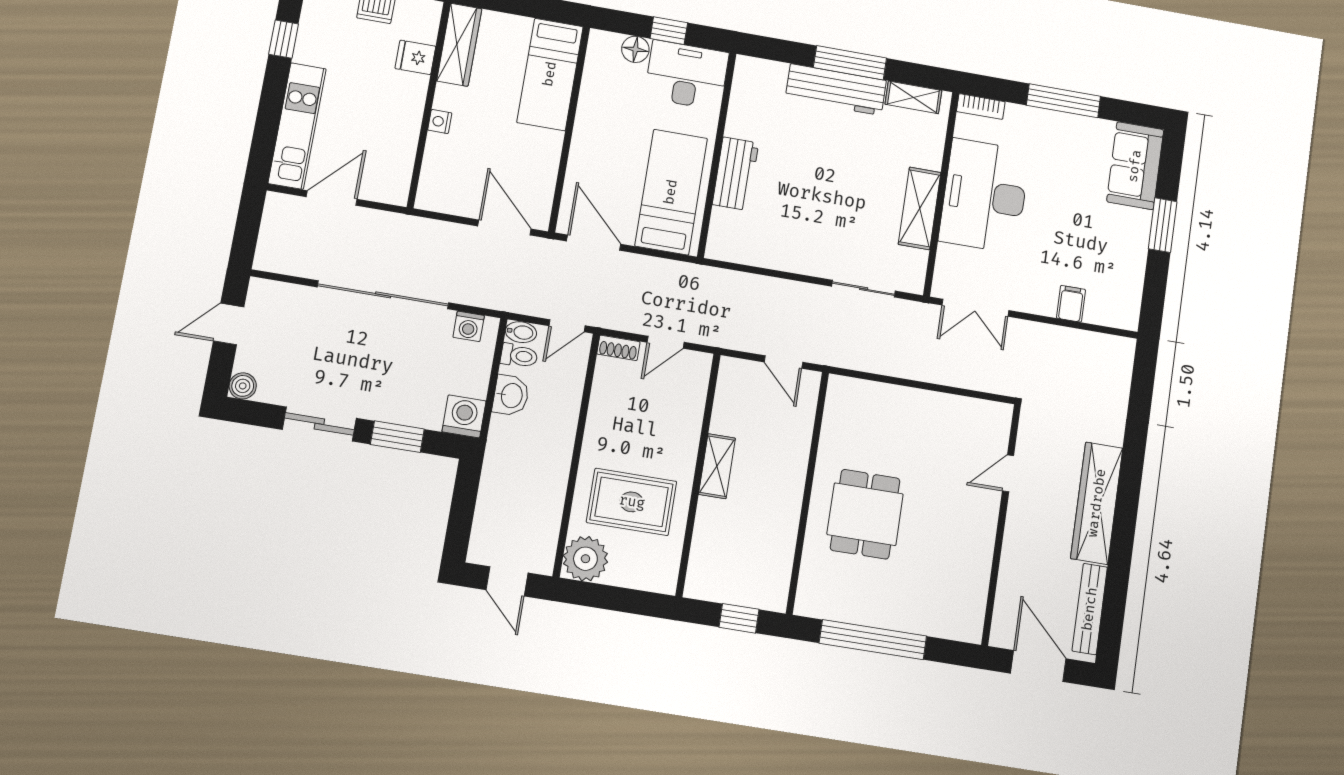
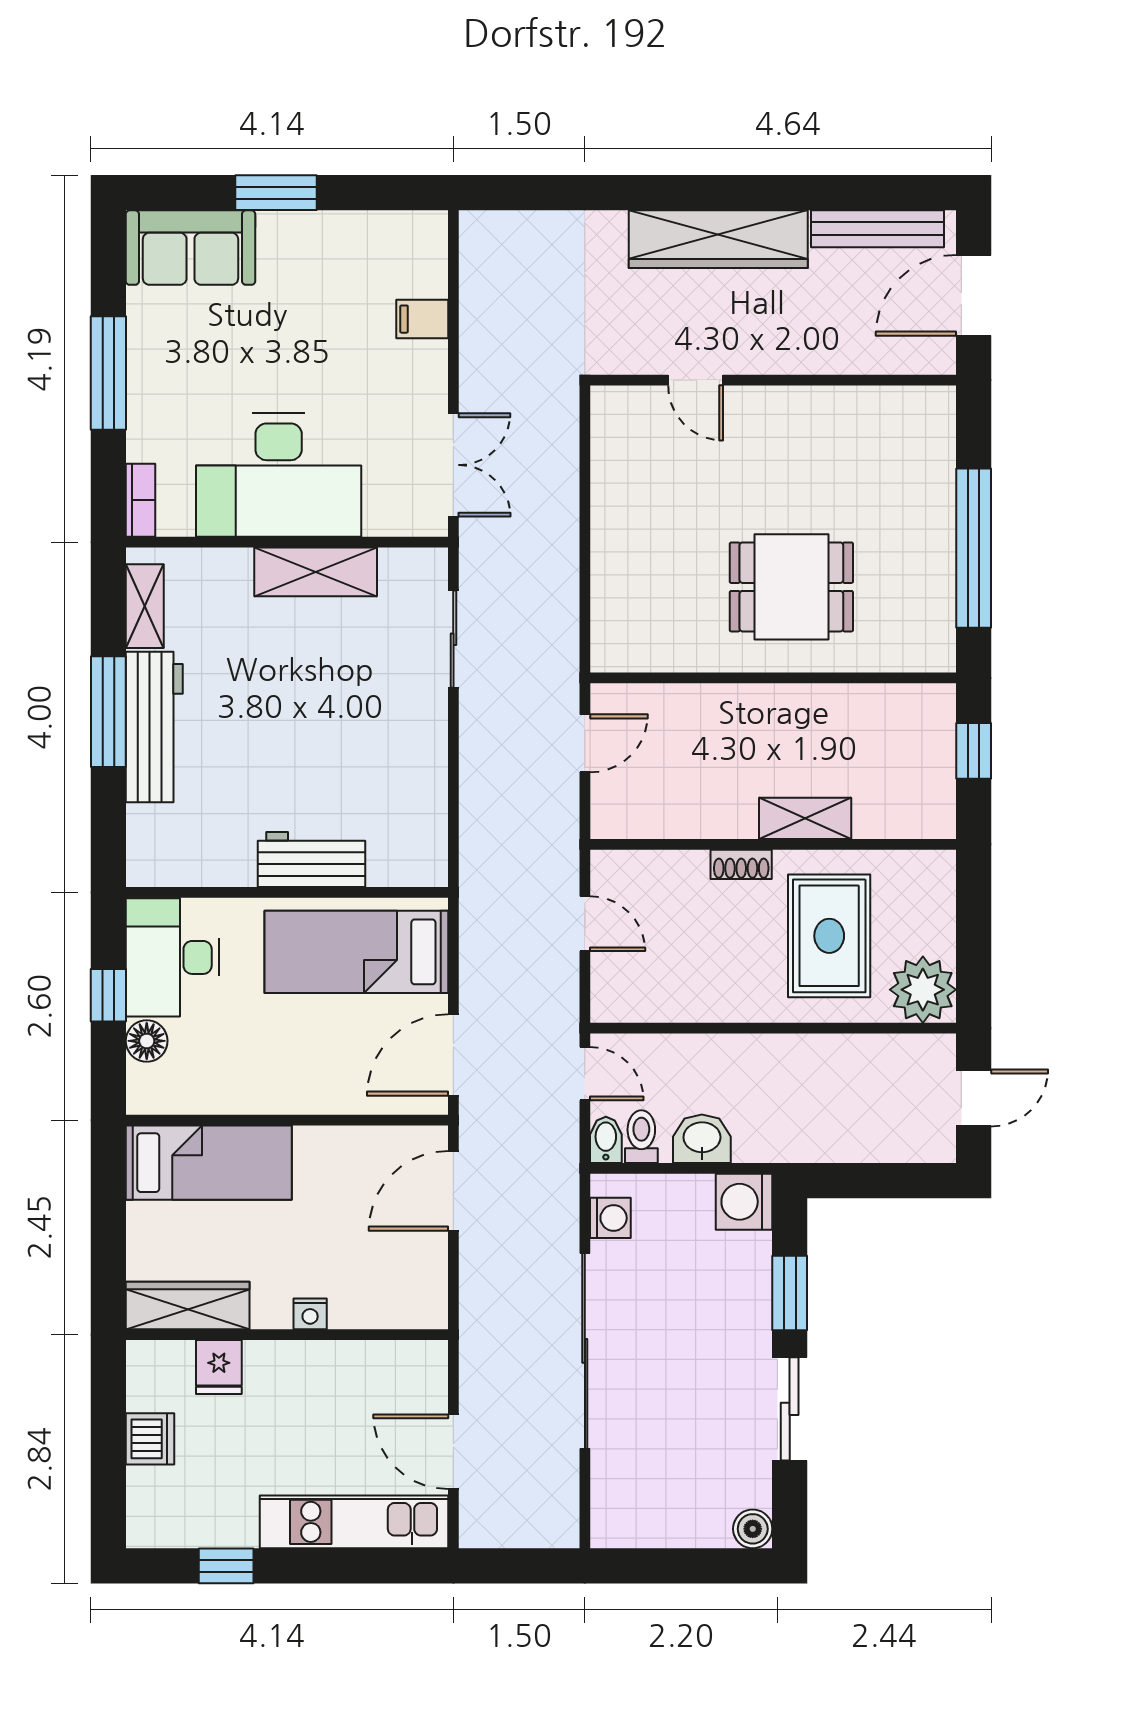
door: (229, 324) -> (666, 1566), removed
shoe rack: (618, 348) -> (741, 864), moved, turned 90
shelving: (717, 466) -> (805, 818), moved

